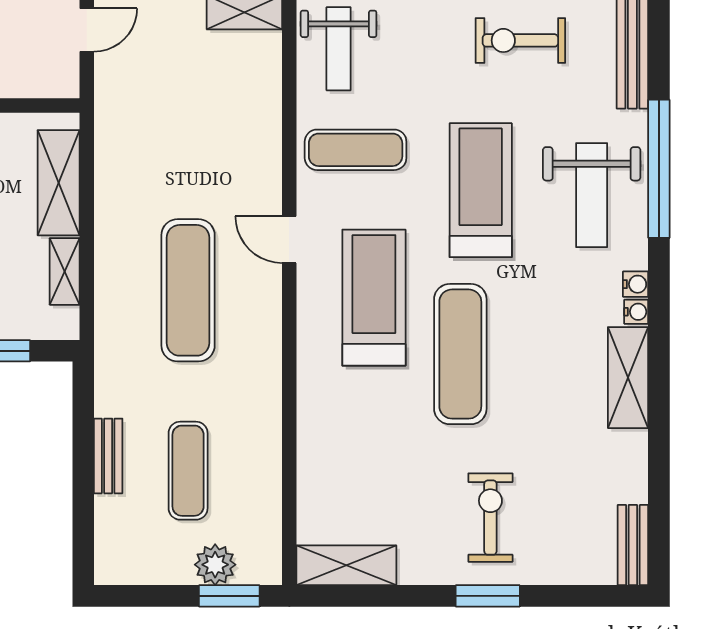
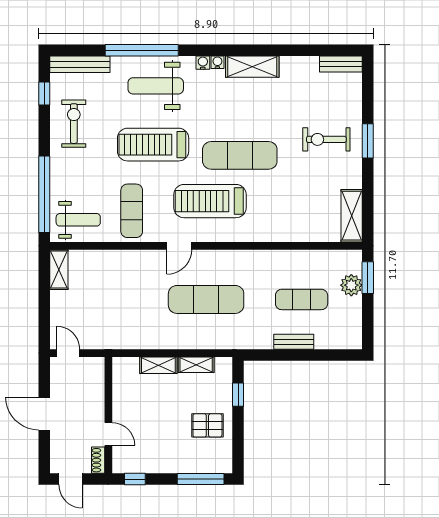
exercise bike: (520, 40) -> (74, 124), turned 180
shelving: (59, 183) -> (158, 365), width x0.67, depth x0.75
weight bench: (592, 195) -> (156, 86), turned 180

